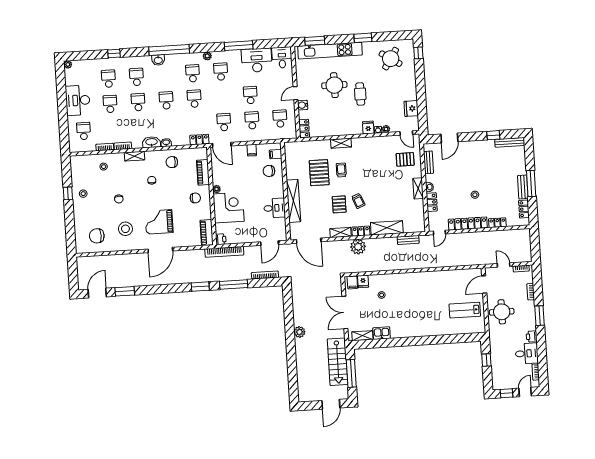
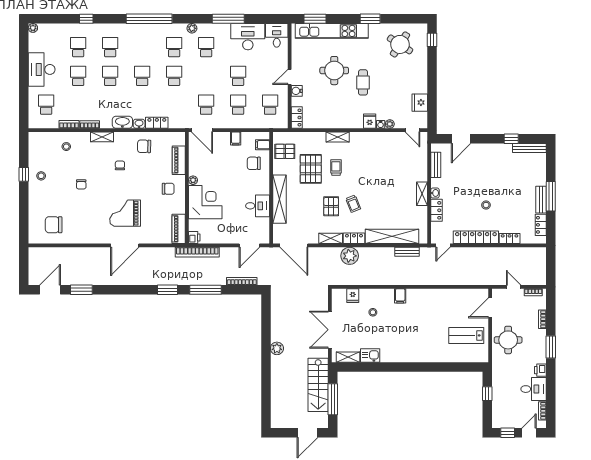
washbasin: (158, 60) -> (136, 29), removed
locker: (199, 140) -> (157, 123), moved
pallet: (405, 159) -> (285, 151), moved
shelving: (387, 228) -> (392, 236), width x1.47
stool: (125, 229) -> (87, 219), removed
filing cabinet: (352, 282) -> (400, 296), moved

